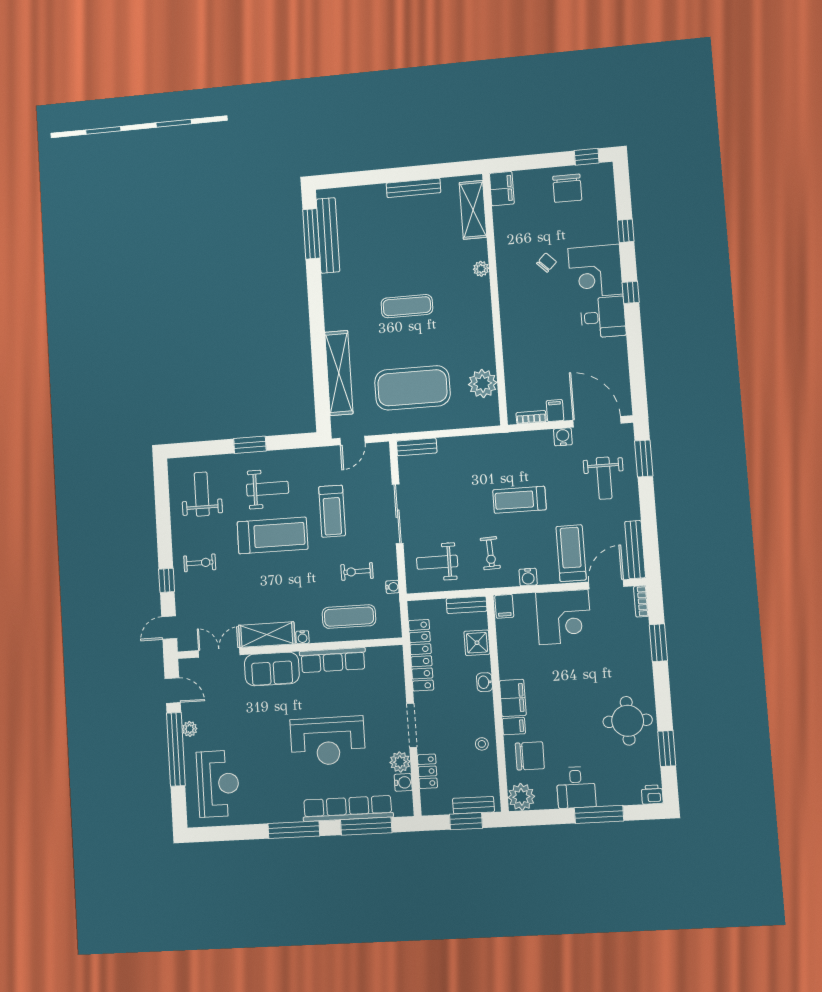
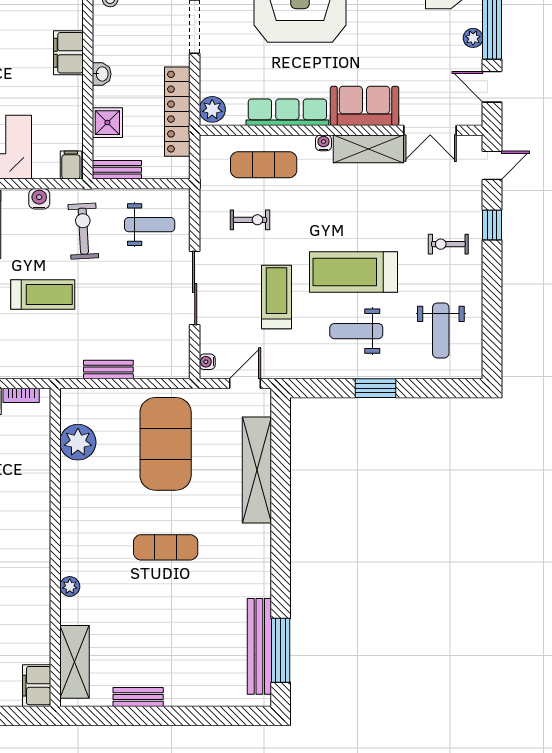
bench: (413, 188) -> (138, 697), width x0.73
exercise mat: (412, 388) -> (166, 444), turned 90
bench: (417, 447) -> (108, 369), moved
exercise bike: (490, 553) -> (83, 231), width x1.38, depth x1.39
water cooler: (392, 587) -> (207, 362), moved
plant: (393, 659) -> (212, 109), added
filing cabinet: (514, 726) -> (70, 19), removed

